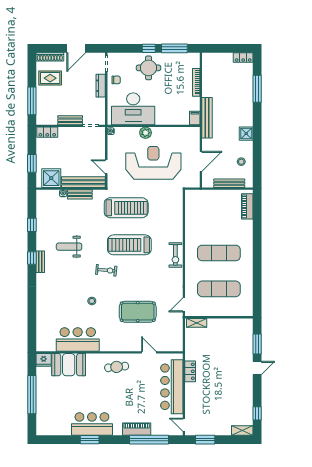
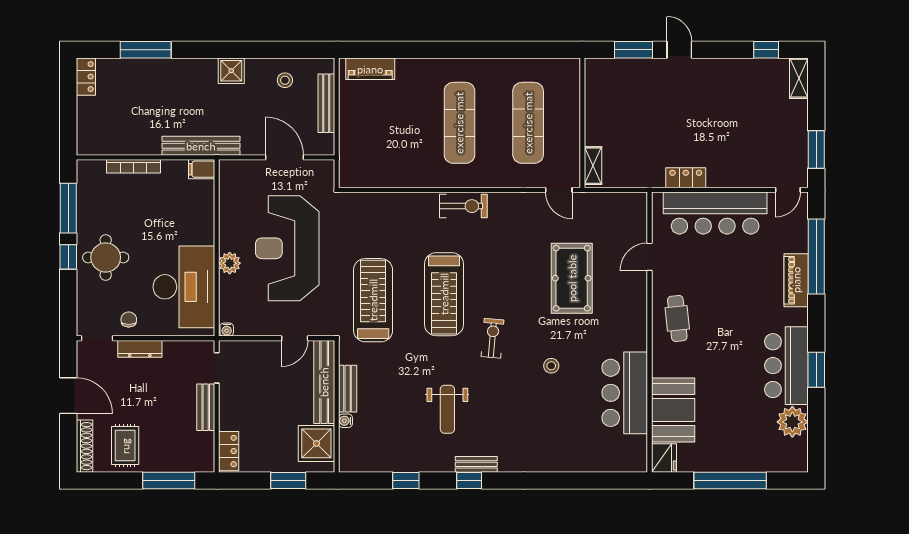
plant: (63, 427) -> (792, 422), added

